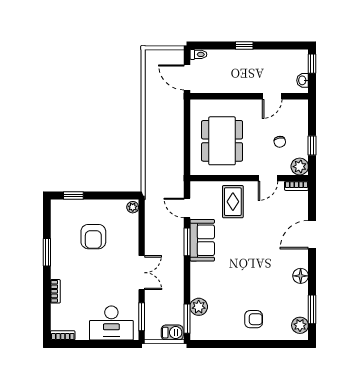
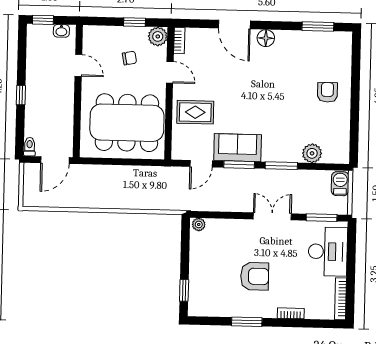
dining table: (222, 141) -> (127, 123), width x1.36, depth x1.24
armchair: (93, 237) -> (255, 276), moved
floor lamp: (301, 276) -> (266, 38), moved
window: (187, 319) -> (281, 166), moved
plant: (300, 325) -> (335, 40), removed
bookcase: (63, 335) -> (340, 299), width x1.56

